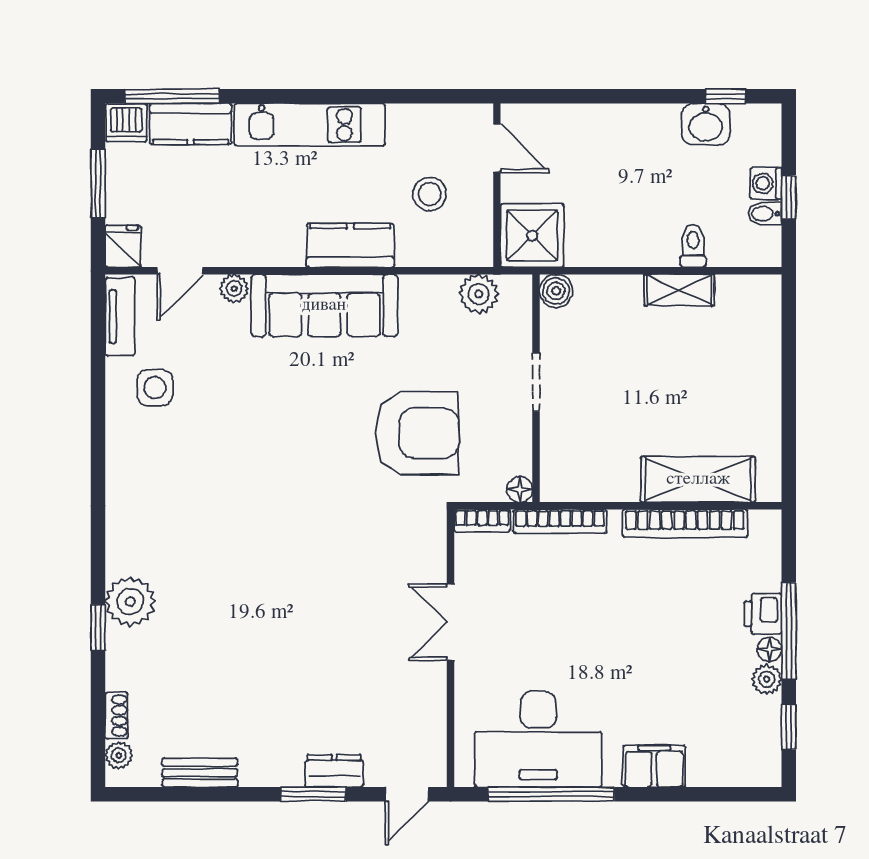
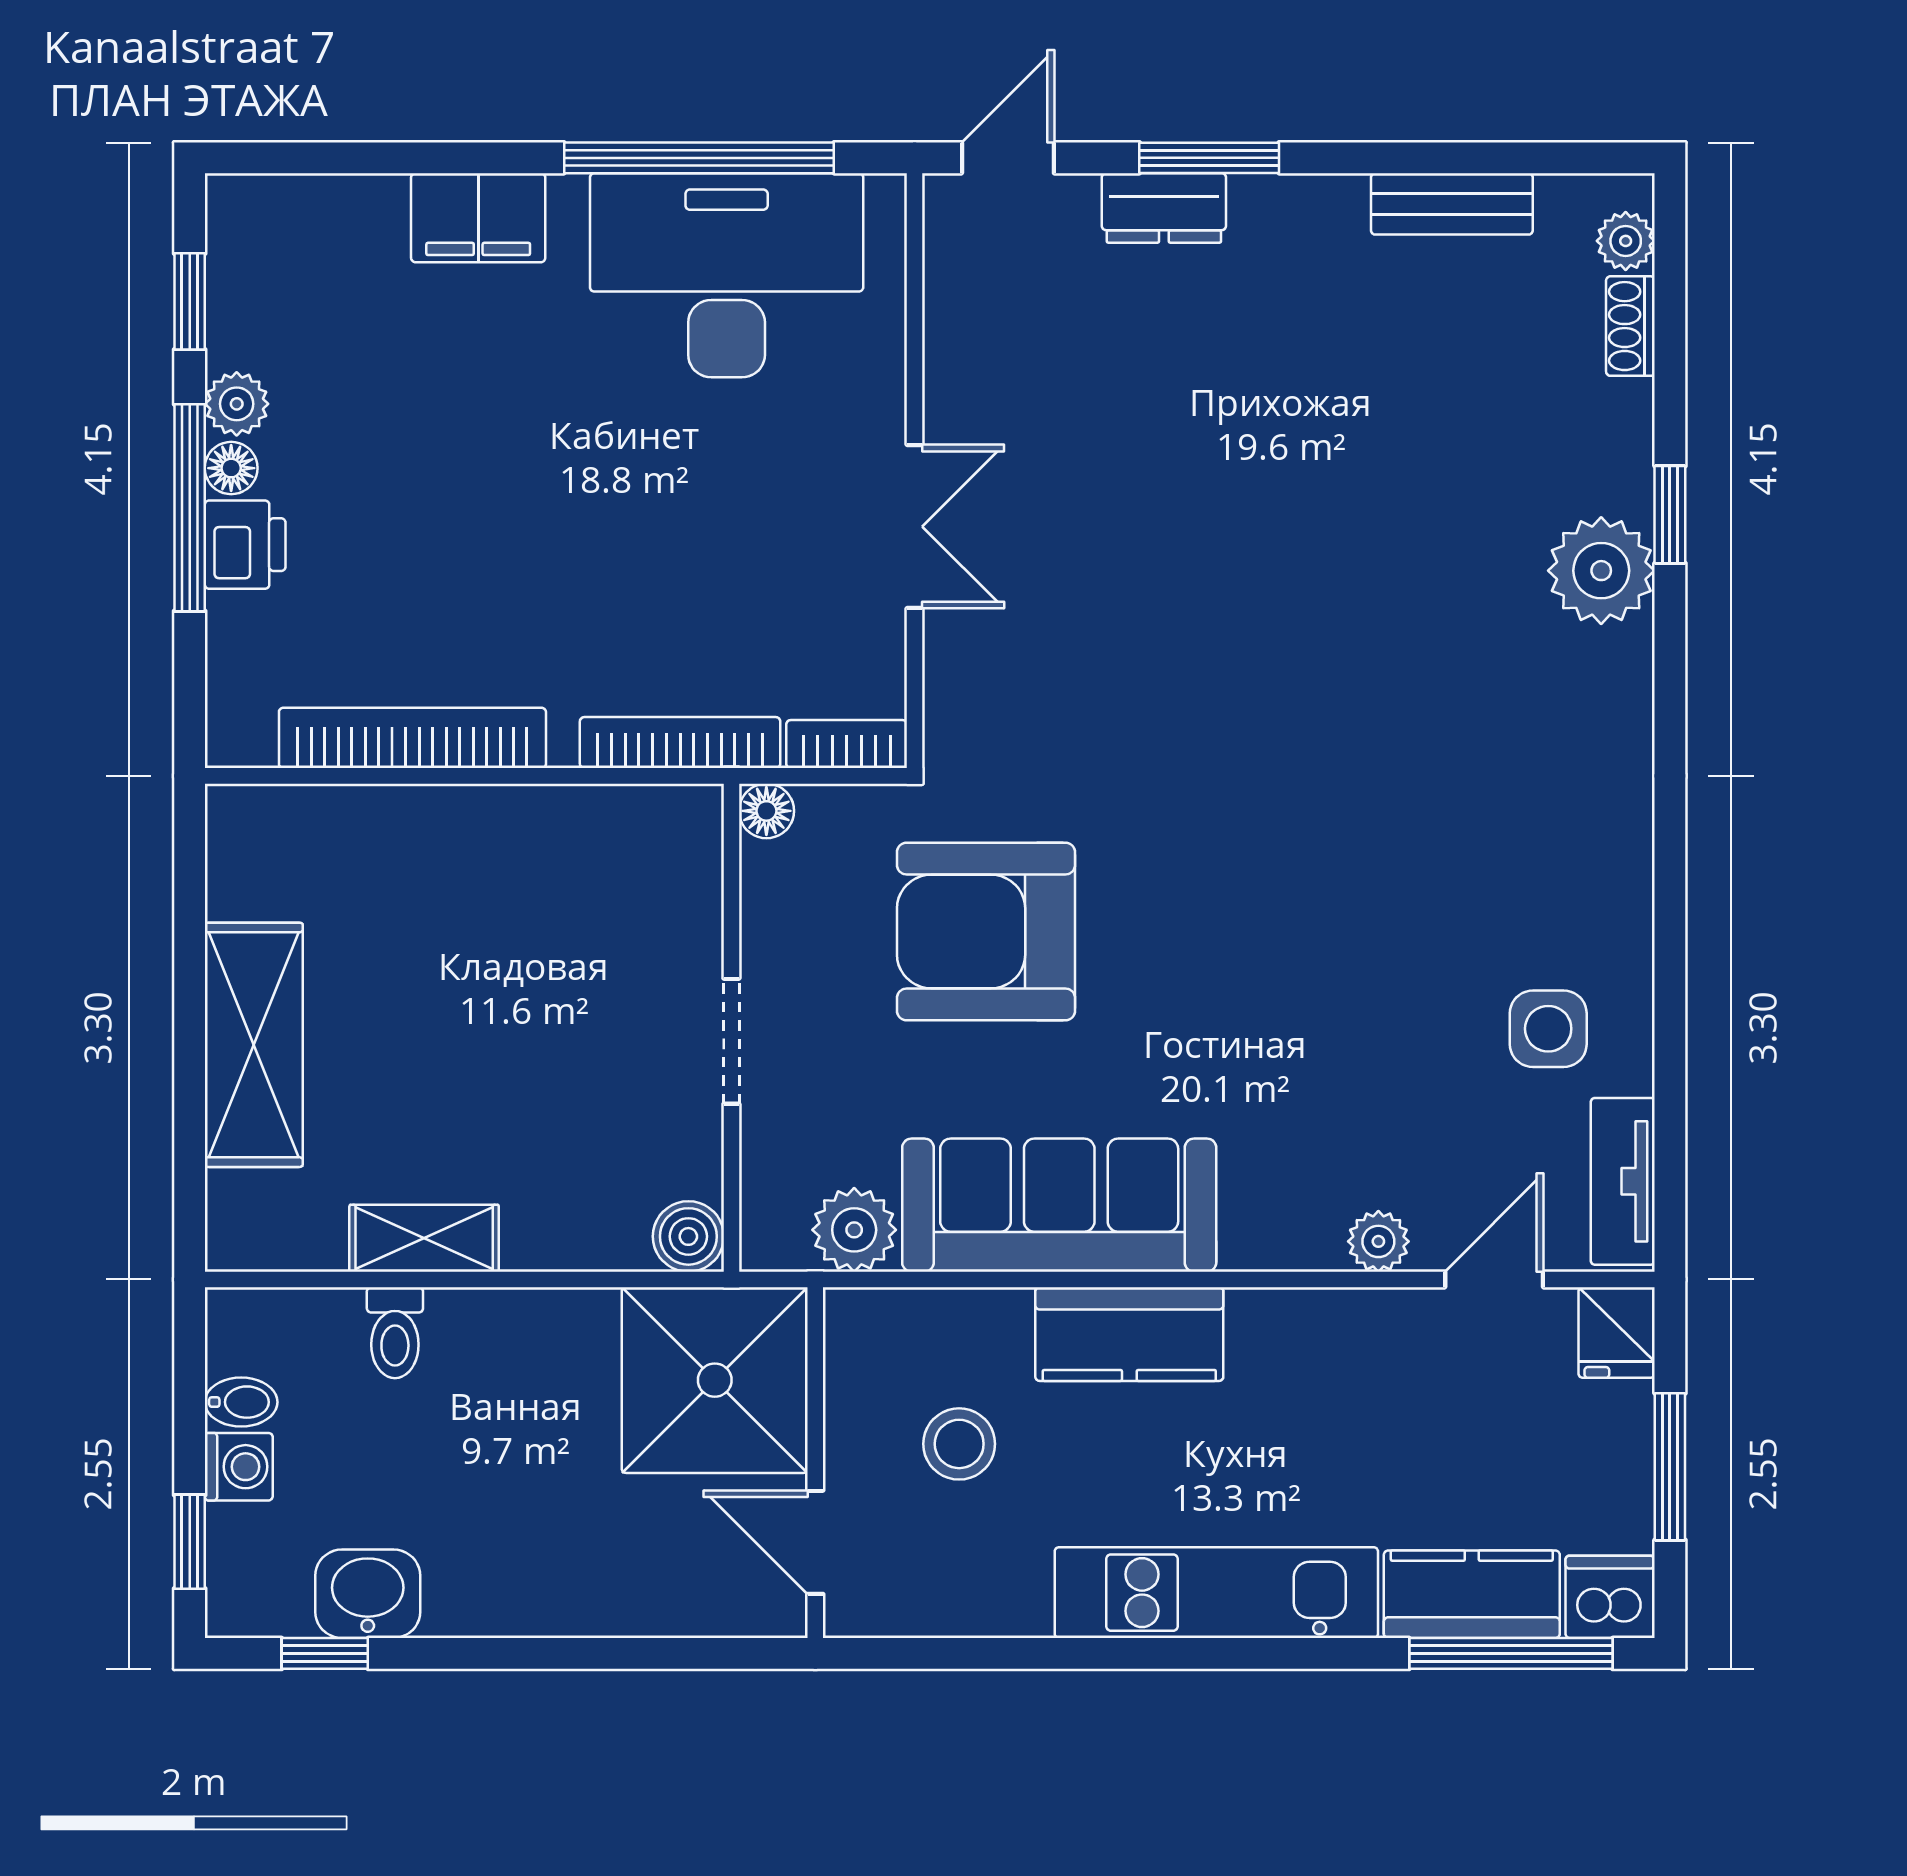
window: (789, 197) -> (190, 1542), moved
shower: (532, 235) -> (715, 1380), width x1.37, depth x1.37
sofa: (324, 305) -> (1059, 1205), moved
shelving: (698, 479) -> (254, 1045), moved, turned 90

